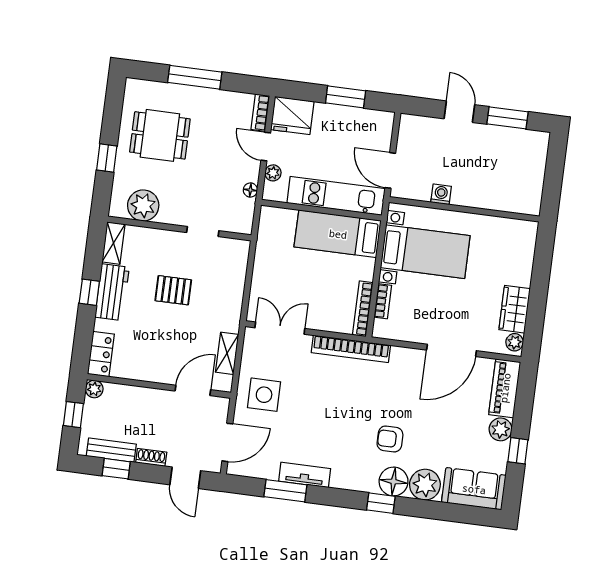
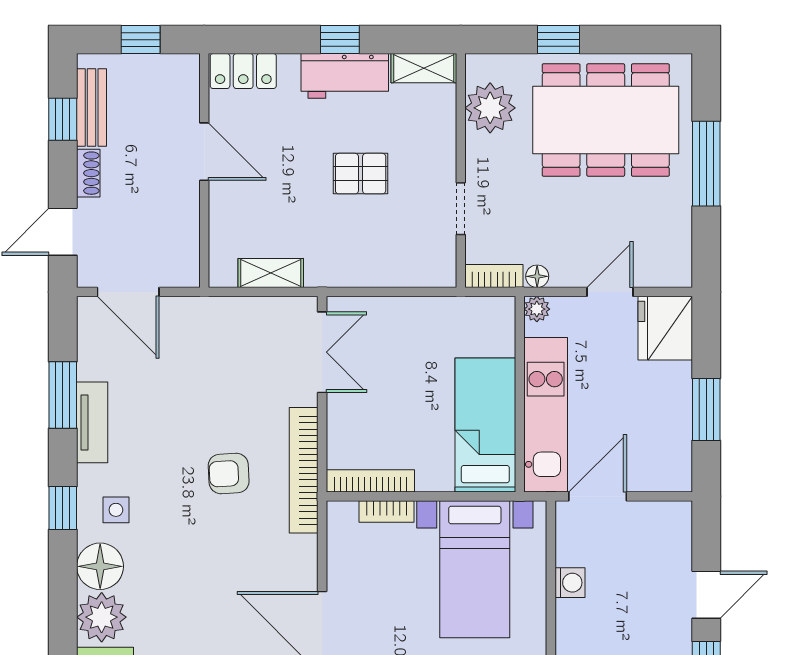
bookcase: (260, 113) -> (494, 276), moved
dining table: (160, 135) -> (606, 120), width x1.88, depth x1.24
plant: (273, 173) -> (537, 309), moved
pallet: (173, 290) -> (361, 174), turned 90
plant: (94, 389) -> (186, 68), removed
door: (193, 390) -> (204, 152), moved
side table: (264, 395) -> (116, 510), moved, width x0.54, depth x0.54
armchair: (390, 439) -> (229, 473), moved, turned -93
window: (381, 503) -> (63, 508), moved

